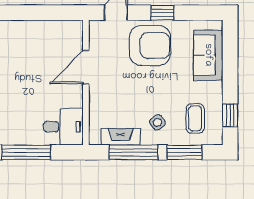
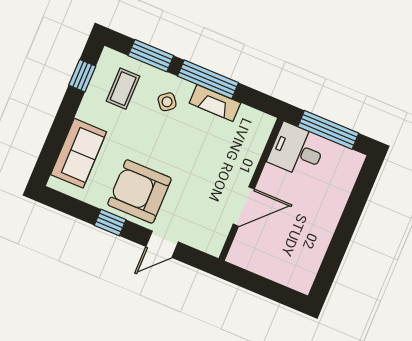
door: (86, 67) -> (244, 207), moved
wall: (86, 82) -> (251, 189), moved
desk: (63, 127) -> (297, 150), moved

